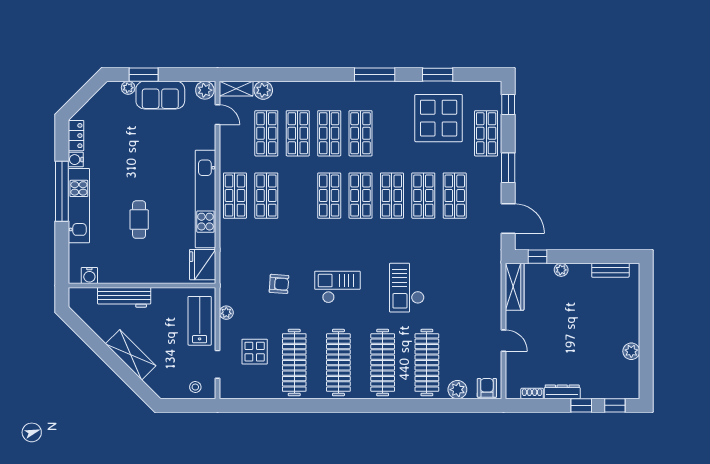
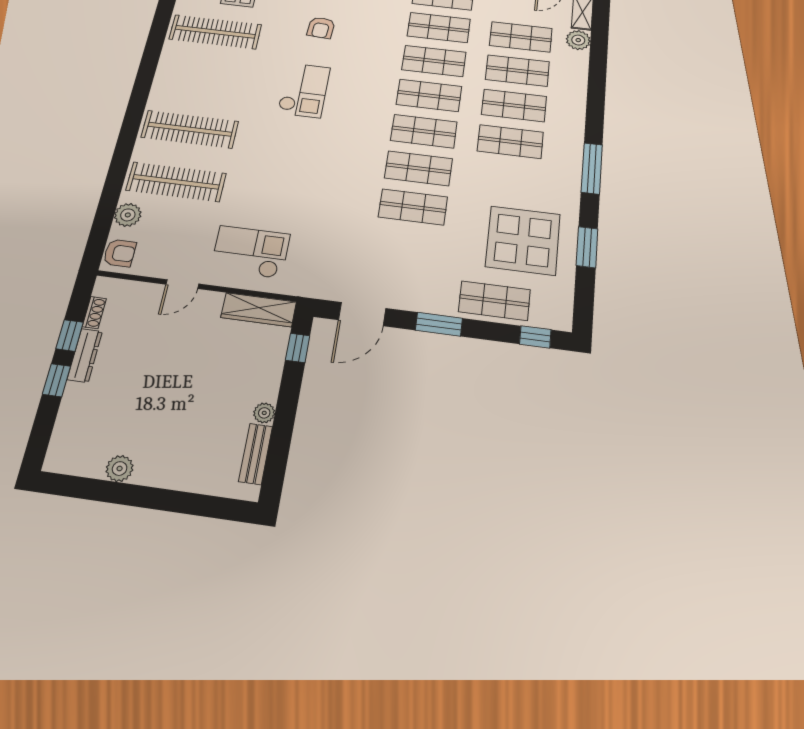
shop shelf: (455, 196) -> (434, 61), moved
plant: (561, 270) -> (264, 413), moved
checkout: (407, 288) -> (250, 252), moved
clothes rail: (338, 363) -> (203, 79), removed
window: (615, 405) -> (70, 335), moved

